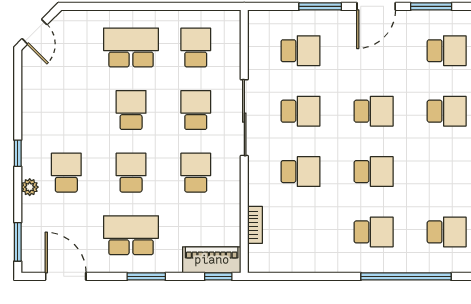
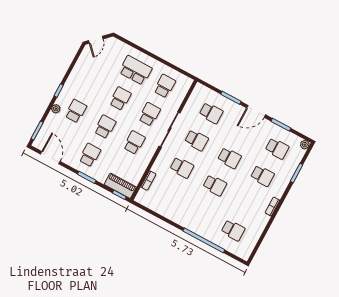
school desk: (374, 232) -> (200, 212), removed
school desk: (131, 235) -> (90, 155), width x0.54

